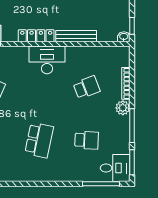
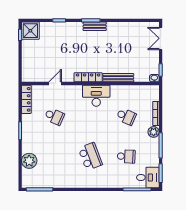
school desk: (87, 87) -> (126, 116), turned 45
school desk: (39, 140) -> (90, 156), turned -33

